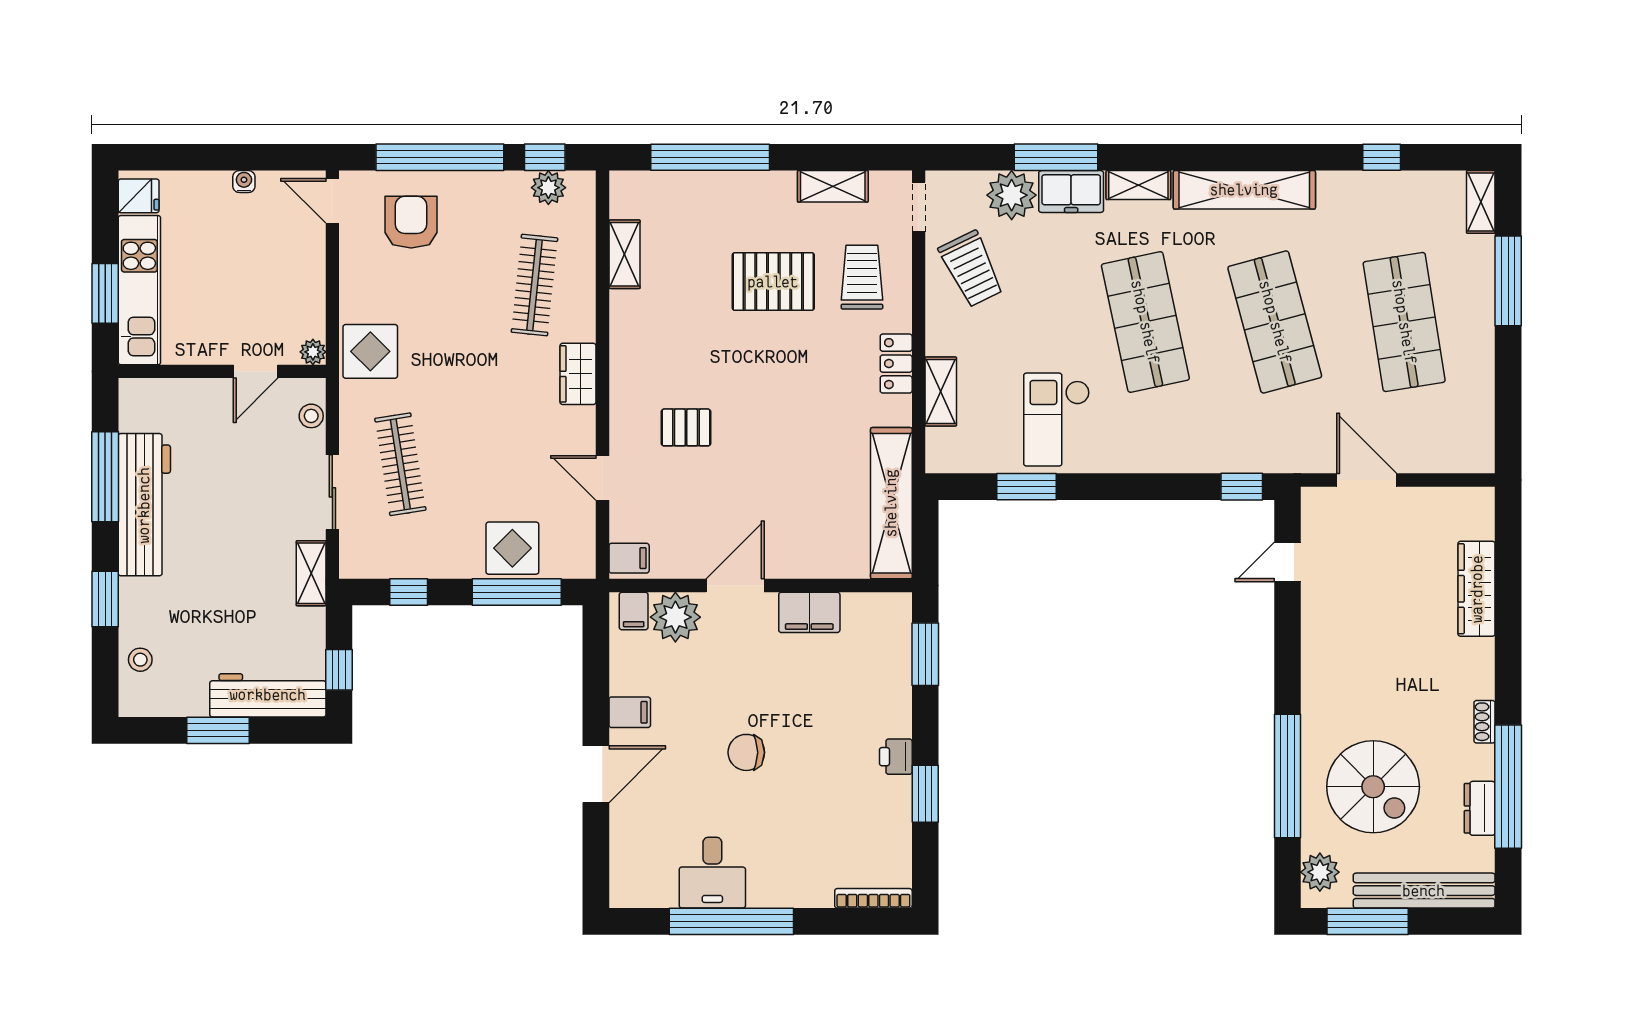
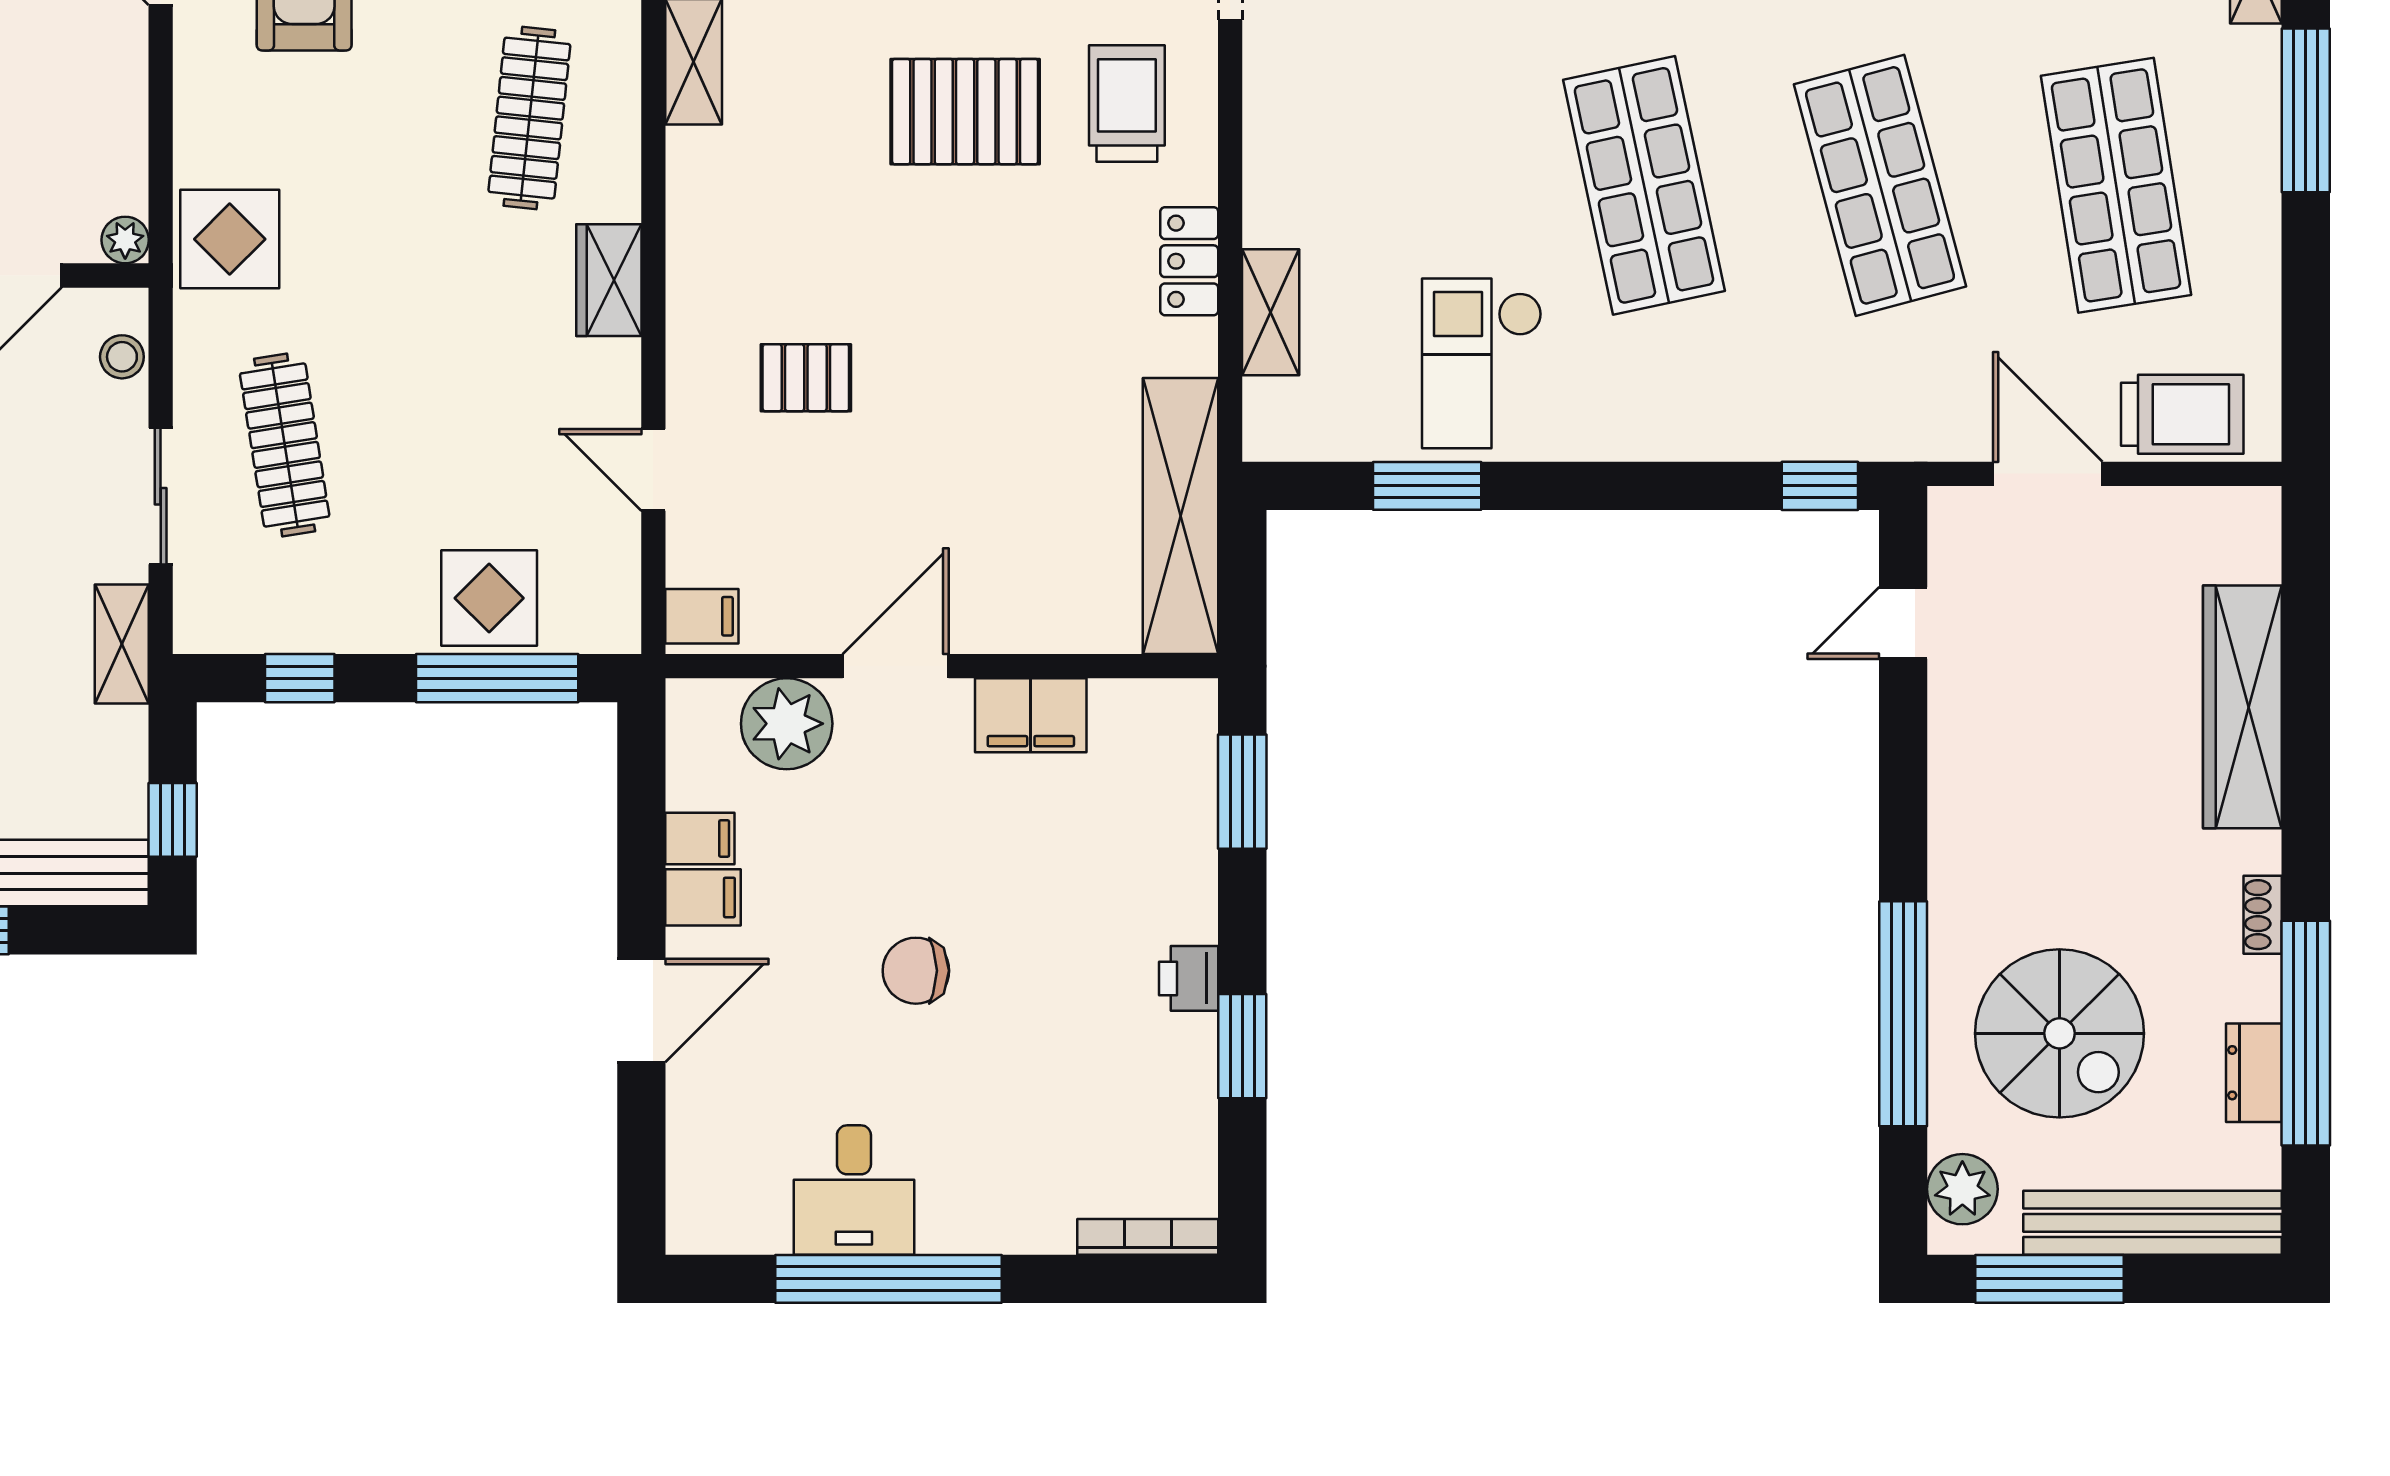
trolley: (971, 269) -> (2182, 414), moved, turned -64
wardrobe: (1477, 589) -> (2242, 707), width x1.40, depth x1.17
filing cabinet: (634, 611) -> (700, 838), moved, turned -90

